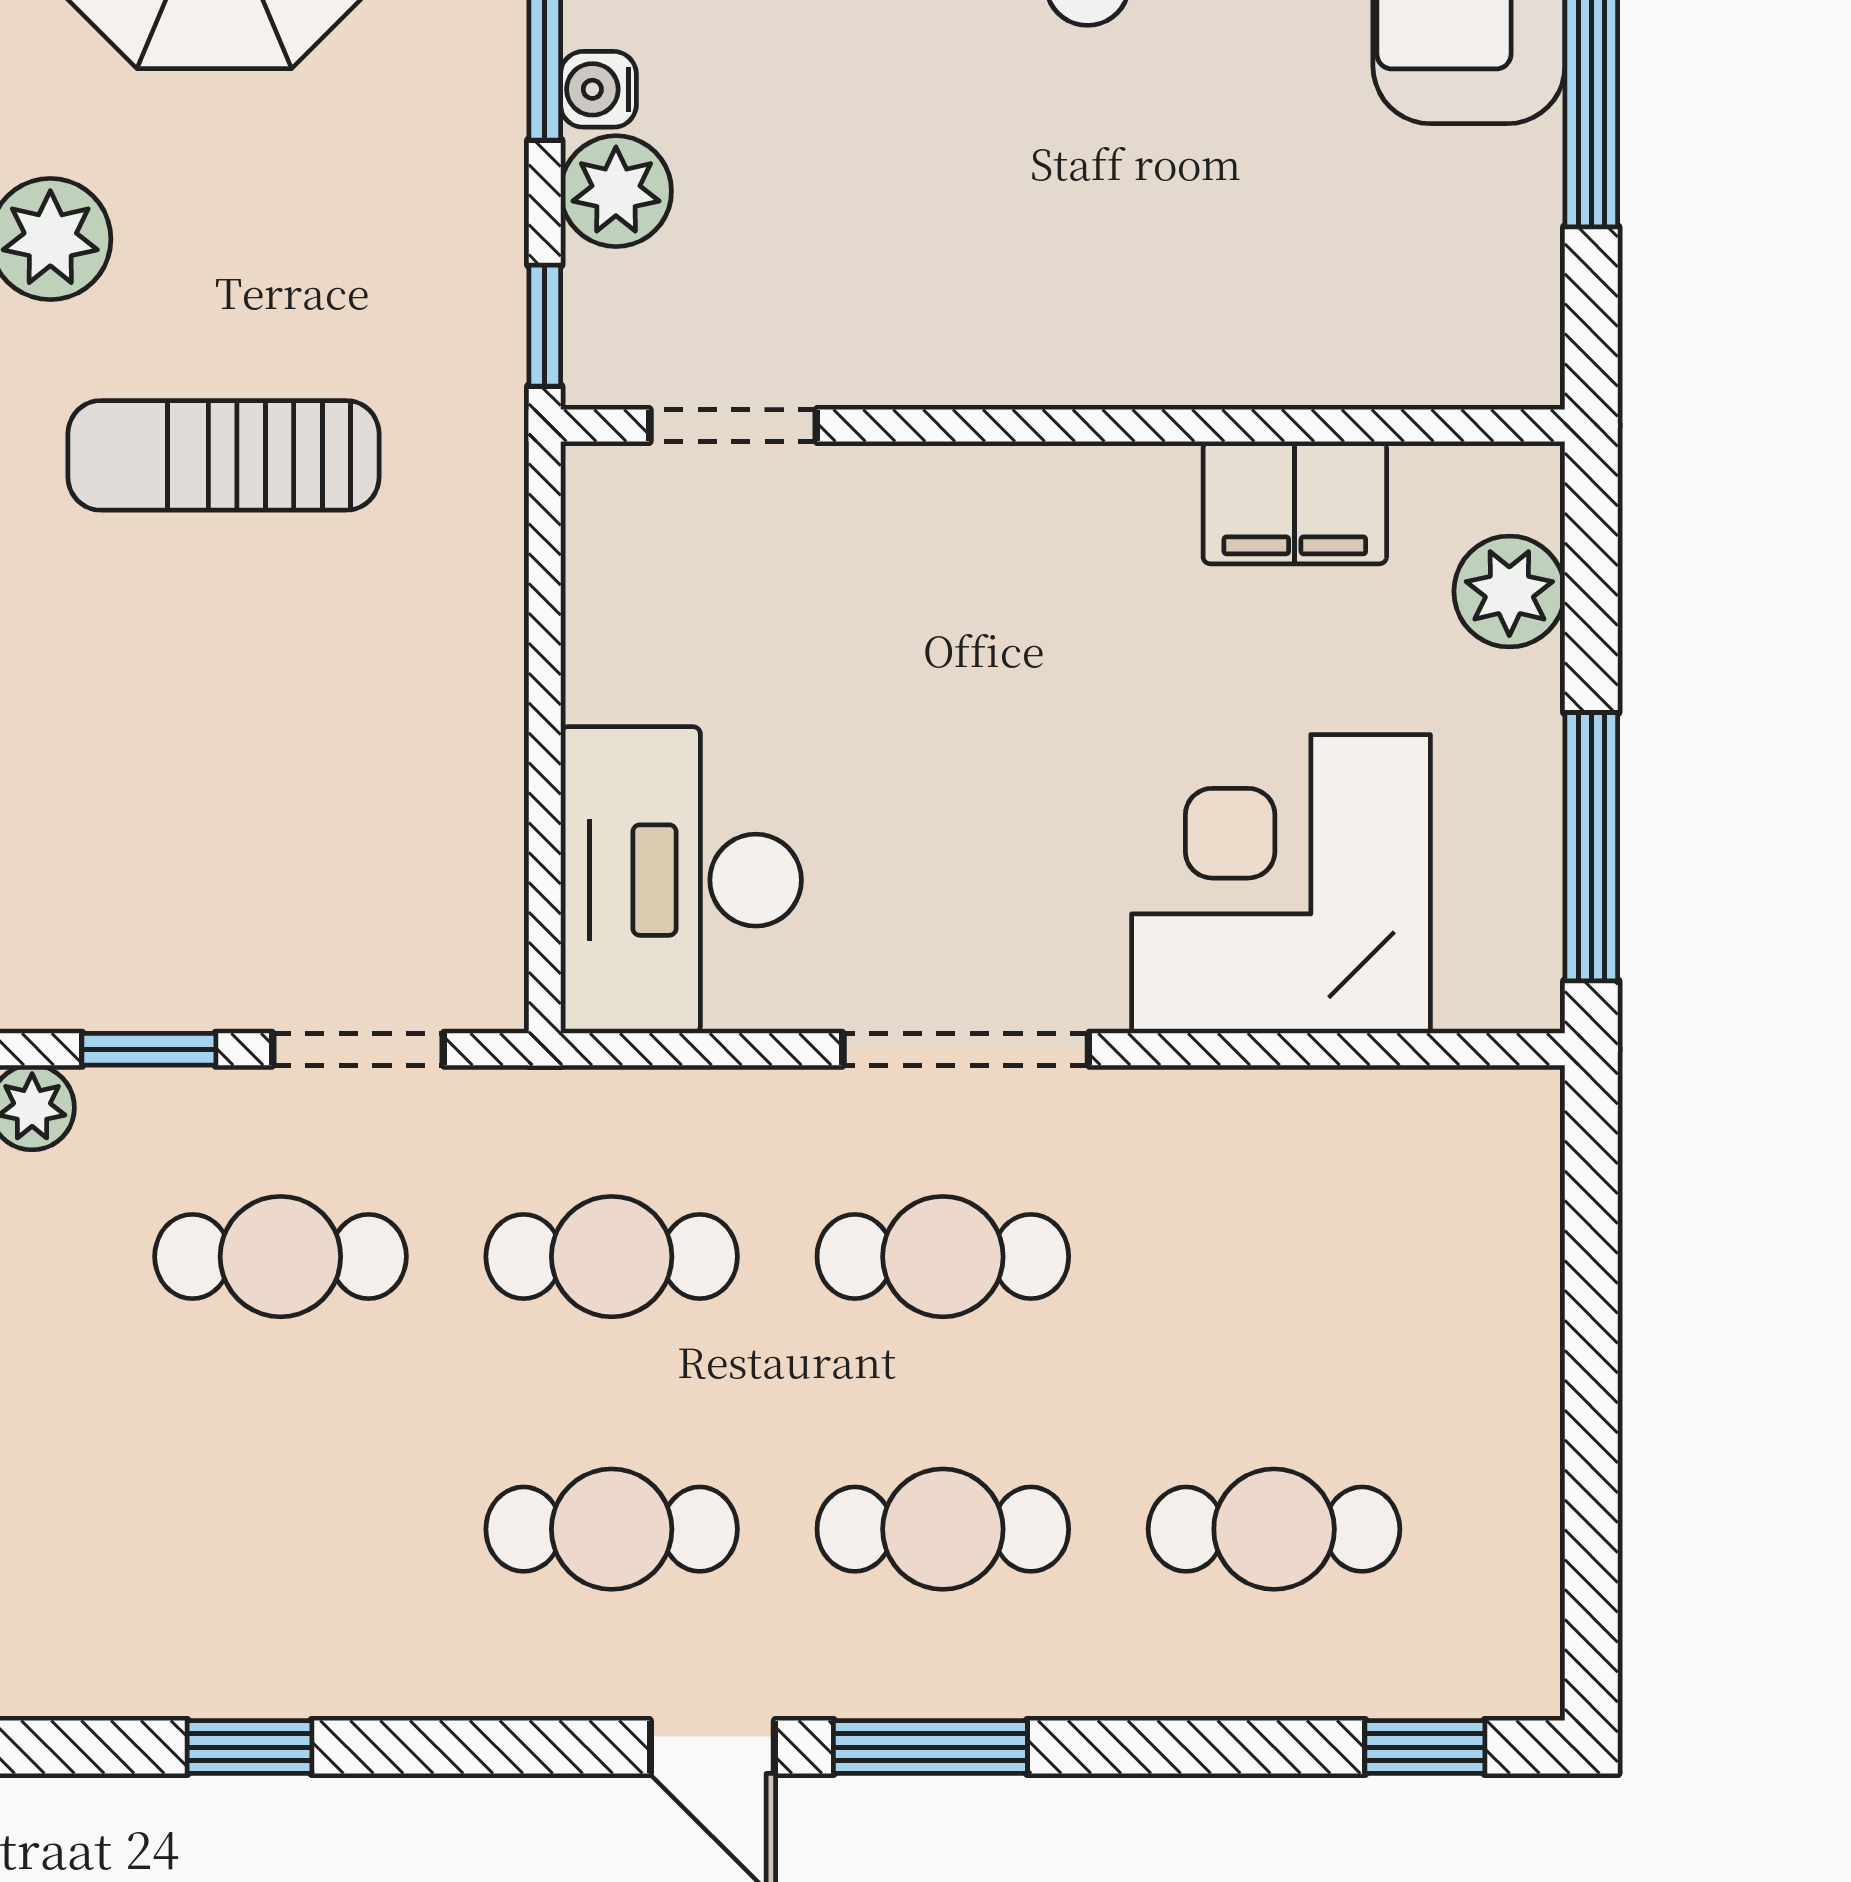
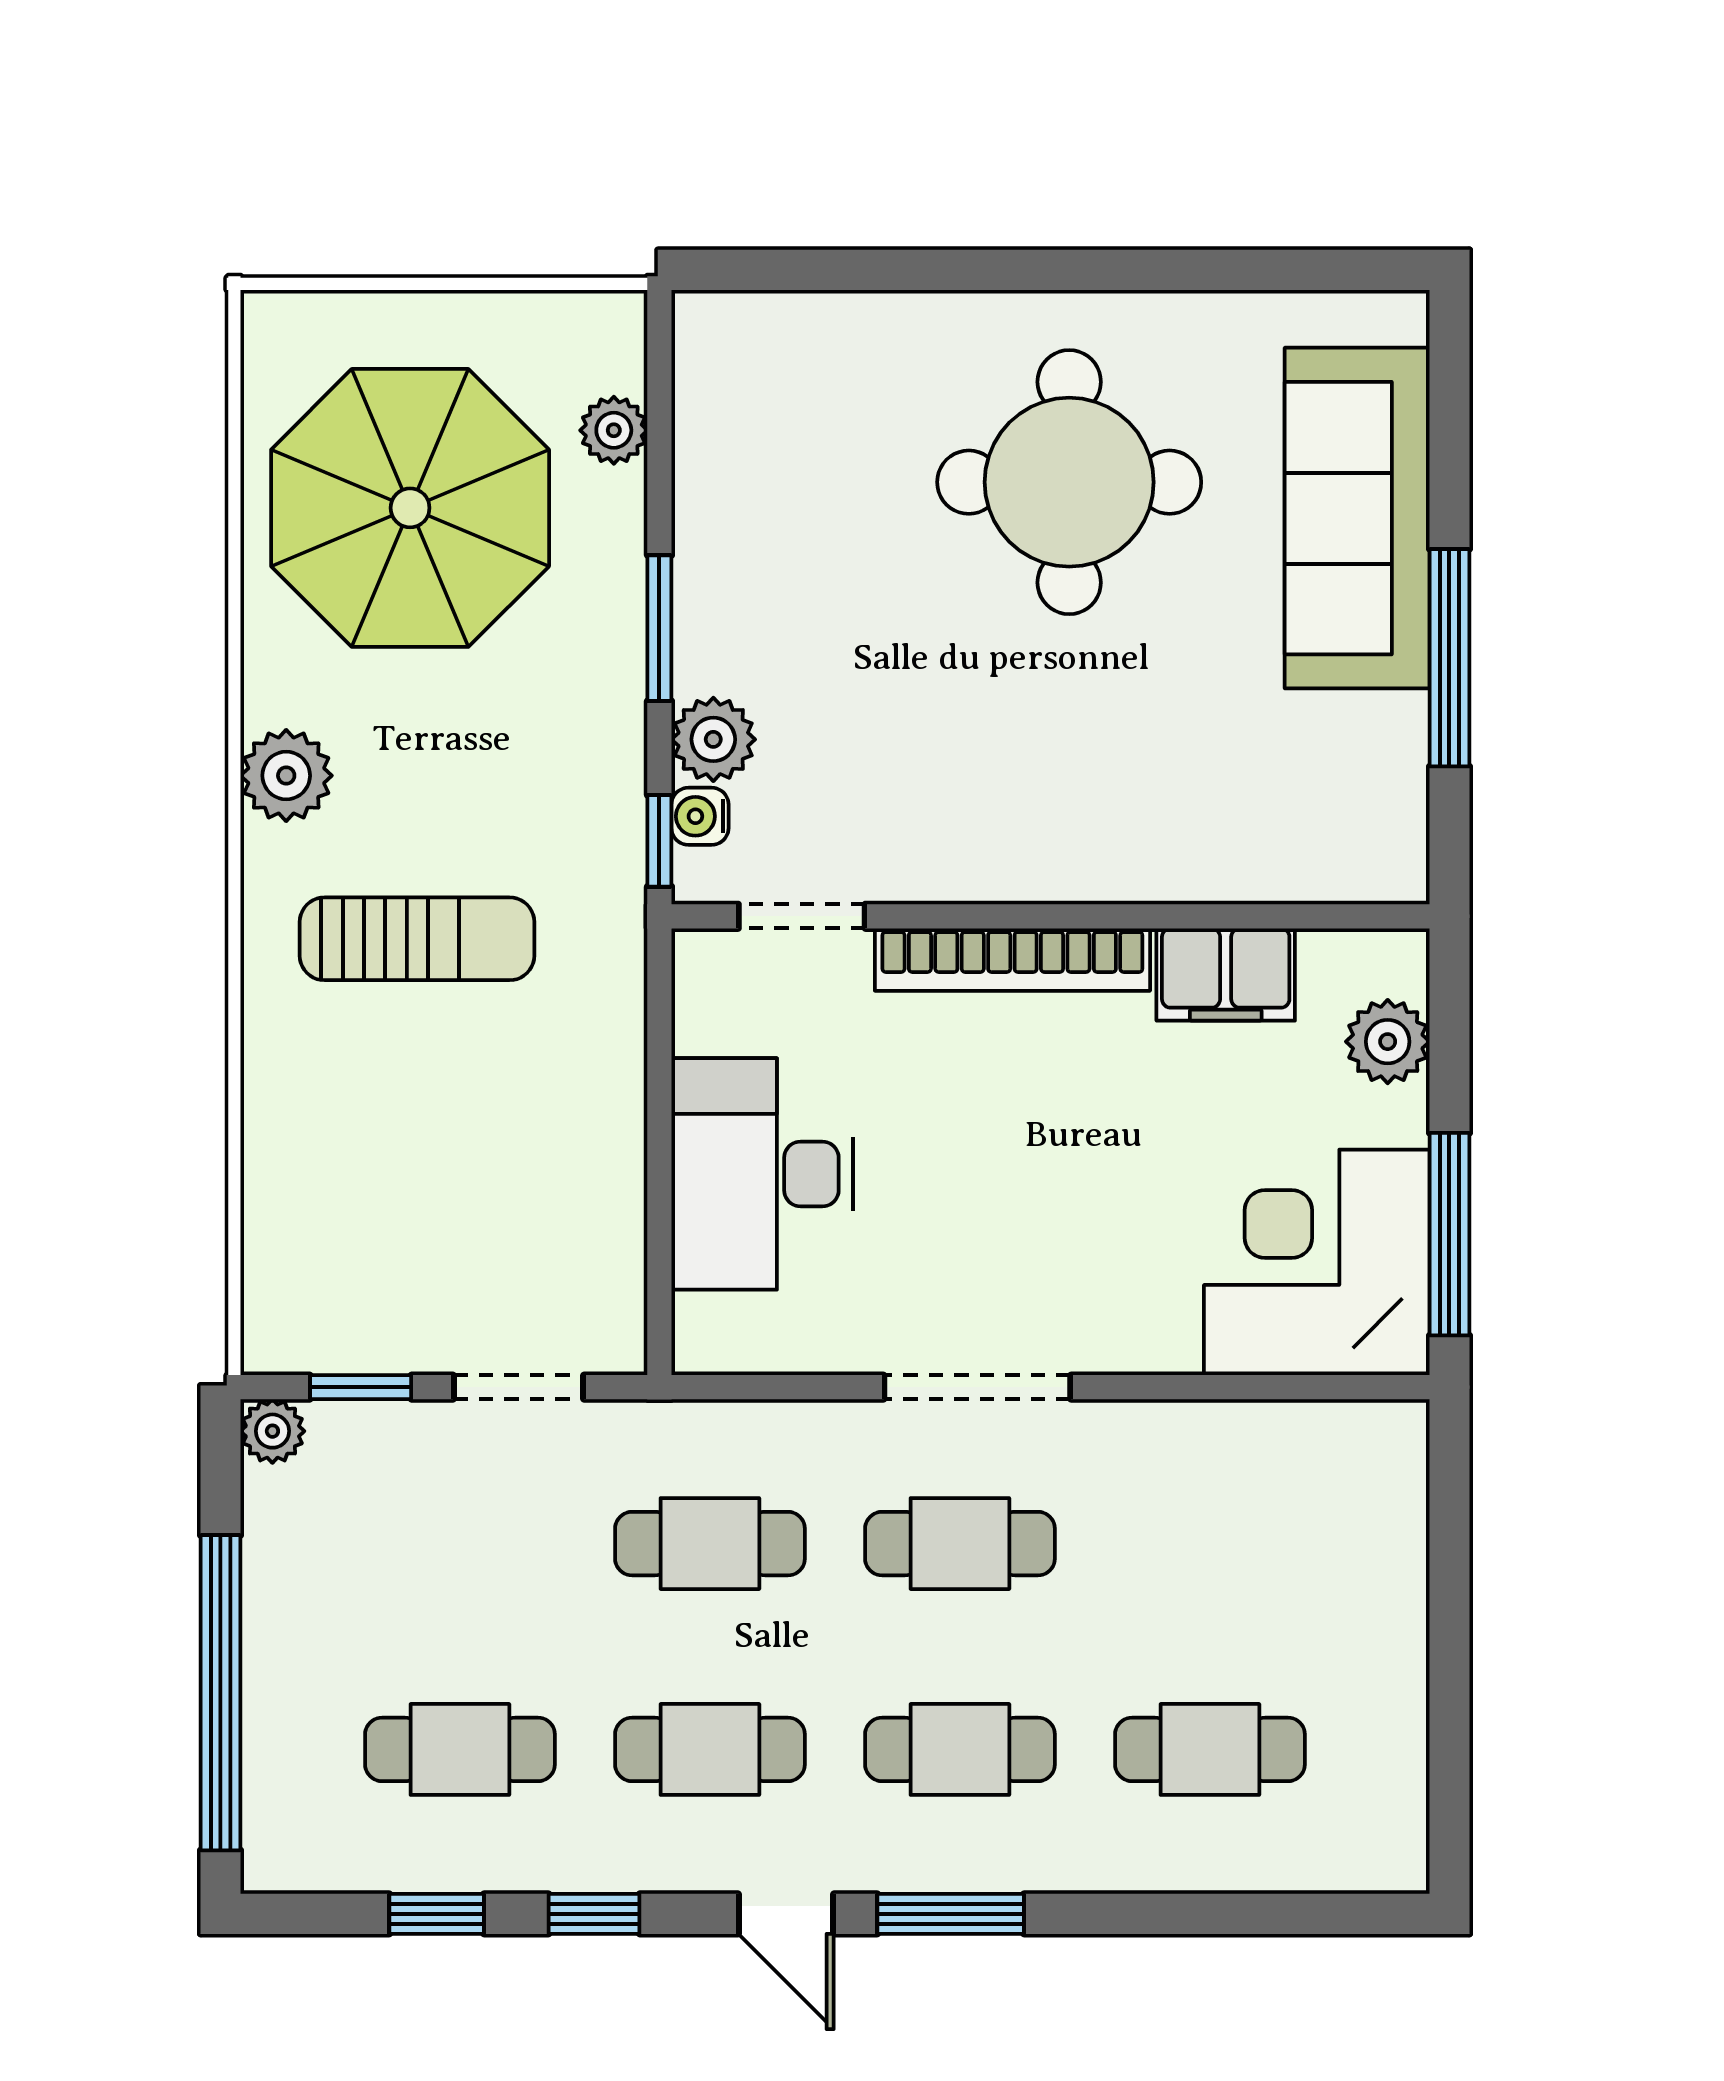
water cooler: (598, 89) -> (700, 816), moved
sun lounger: (224, 455) -> (417, 939), turned 180
bookcase: (1012, 483) -> (1012, 960), added
desk: (681, 880) -> (762, 1174), moved
corner desk: (1281, 884) -> (1317, 1262), moved
cafe table: (280, 1257) -> (460, 1749), moved
window: (1425, 1747) -> (594, 1914), moved

